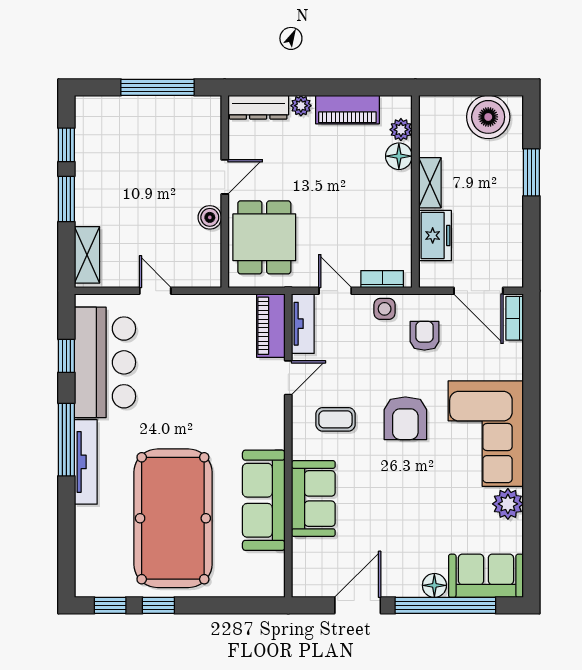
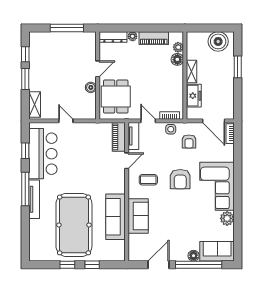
armchair: (424, 336) -> (189, 142), turned 180
window: (110, 605) -> (92, 265), moved

